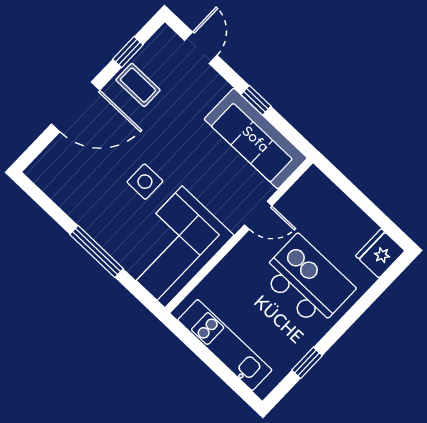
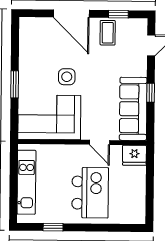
window: (96, 251) -> (15, 84), width x0.69
fridge: (380, 253) -> (134, 155), moved, turned 180

